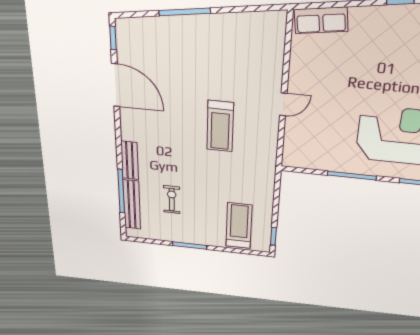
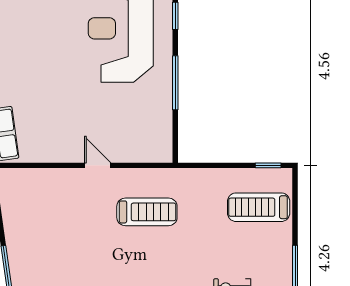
treadmill: (220, 126) -> (147, 212), moved

